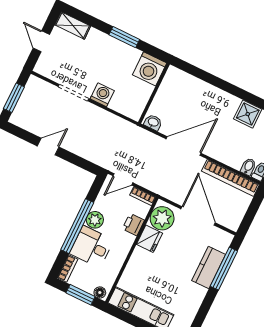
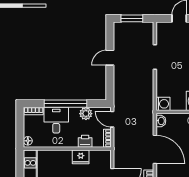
washing machine: (102, 95) -> (163, 104), moved
door: (48, 147) -> (110, 58), swing flipped
plant: (162, 218) -> (99, 159), removed
plant: (95, 220) -> (86, 114), moved
window: (81, 295) -> (20, 129), removed

